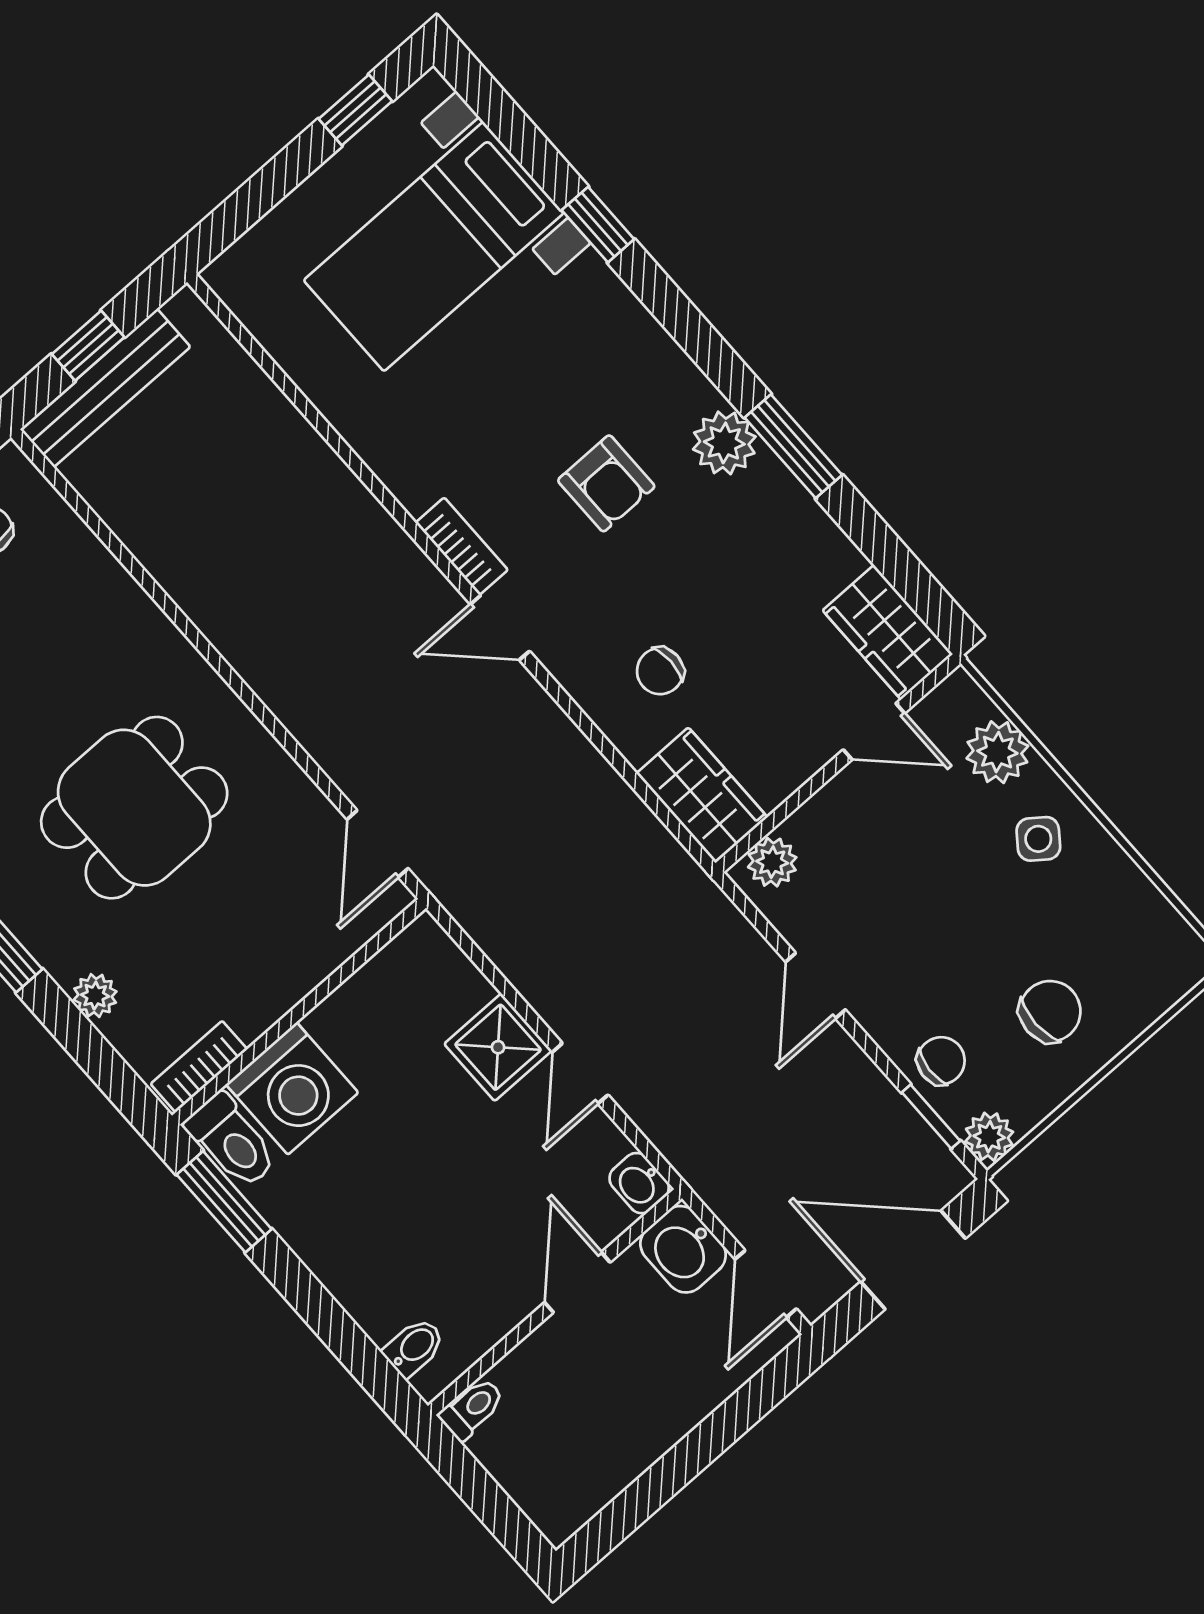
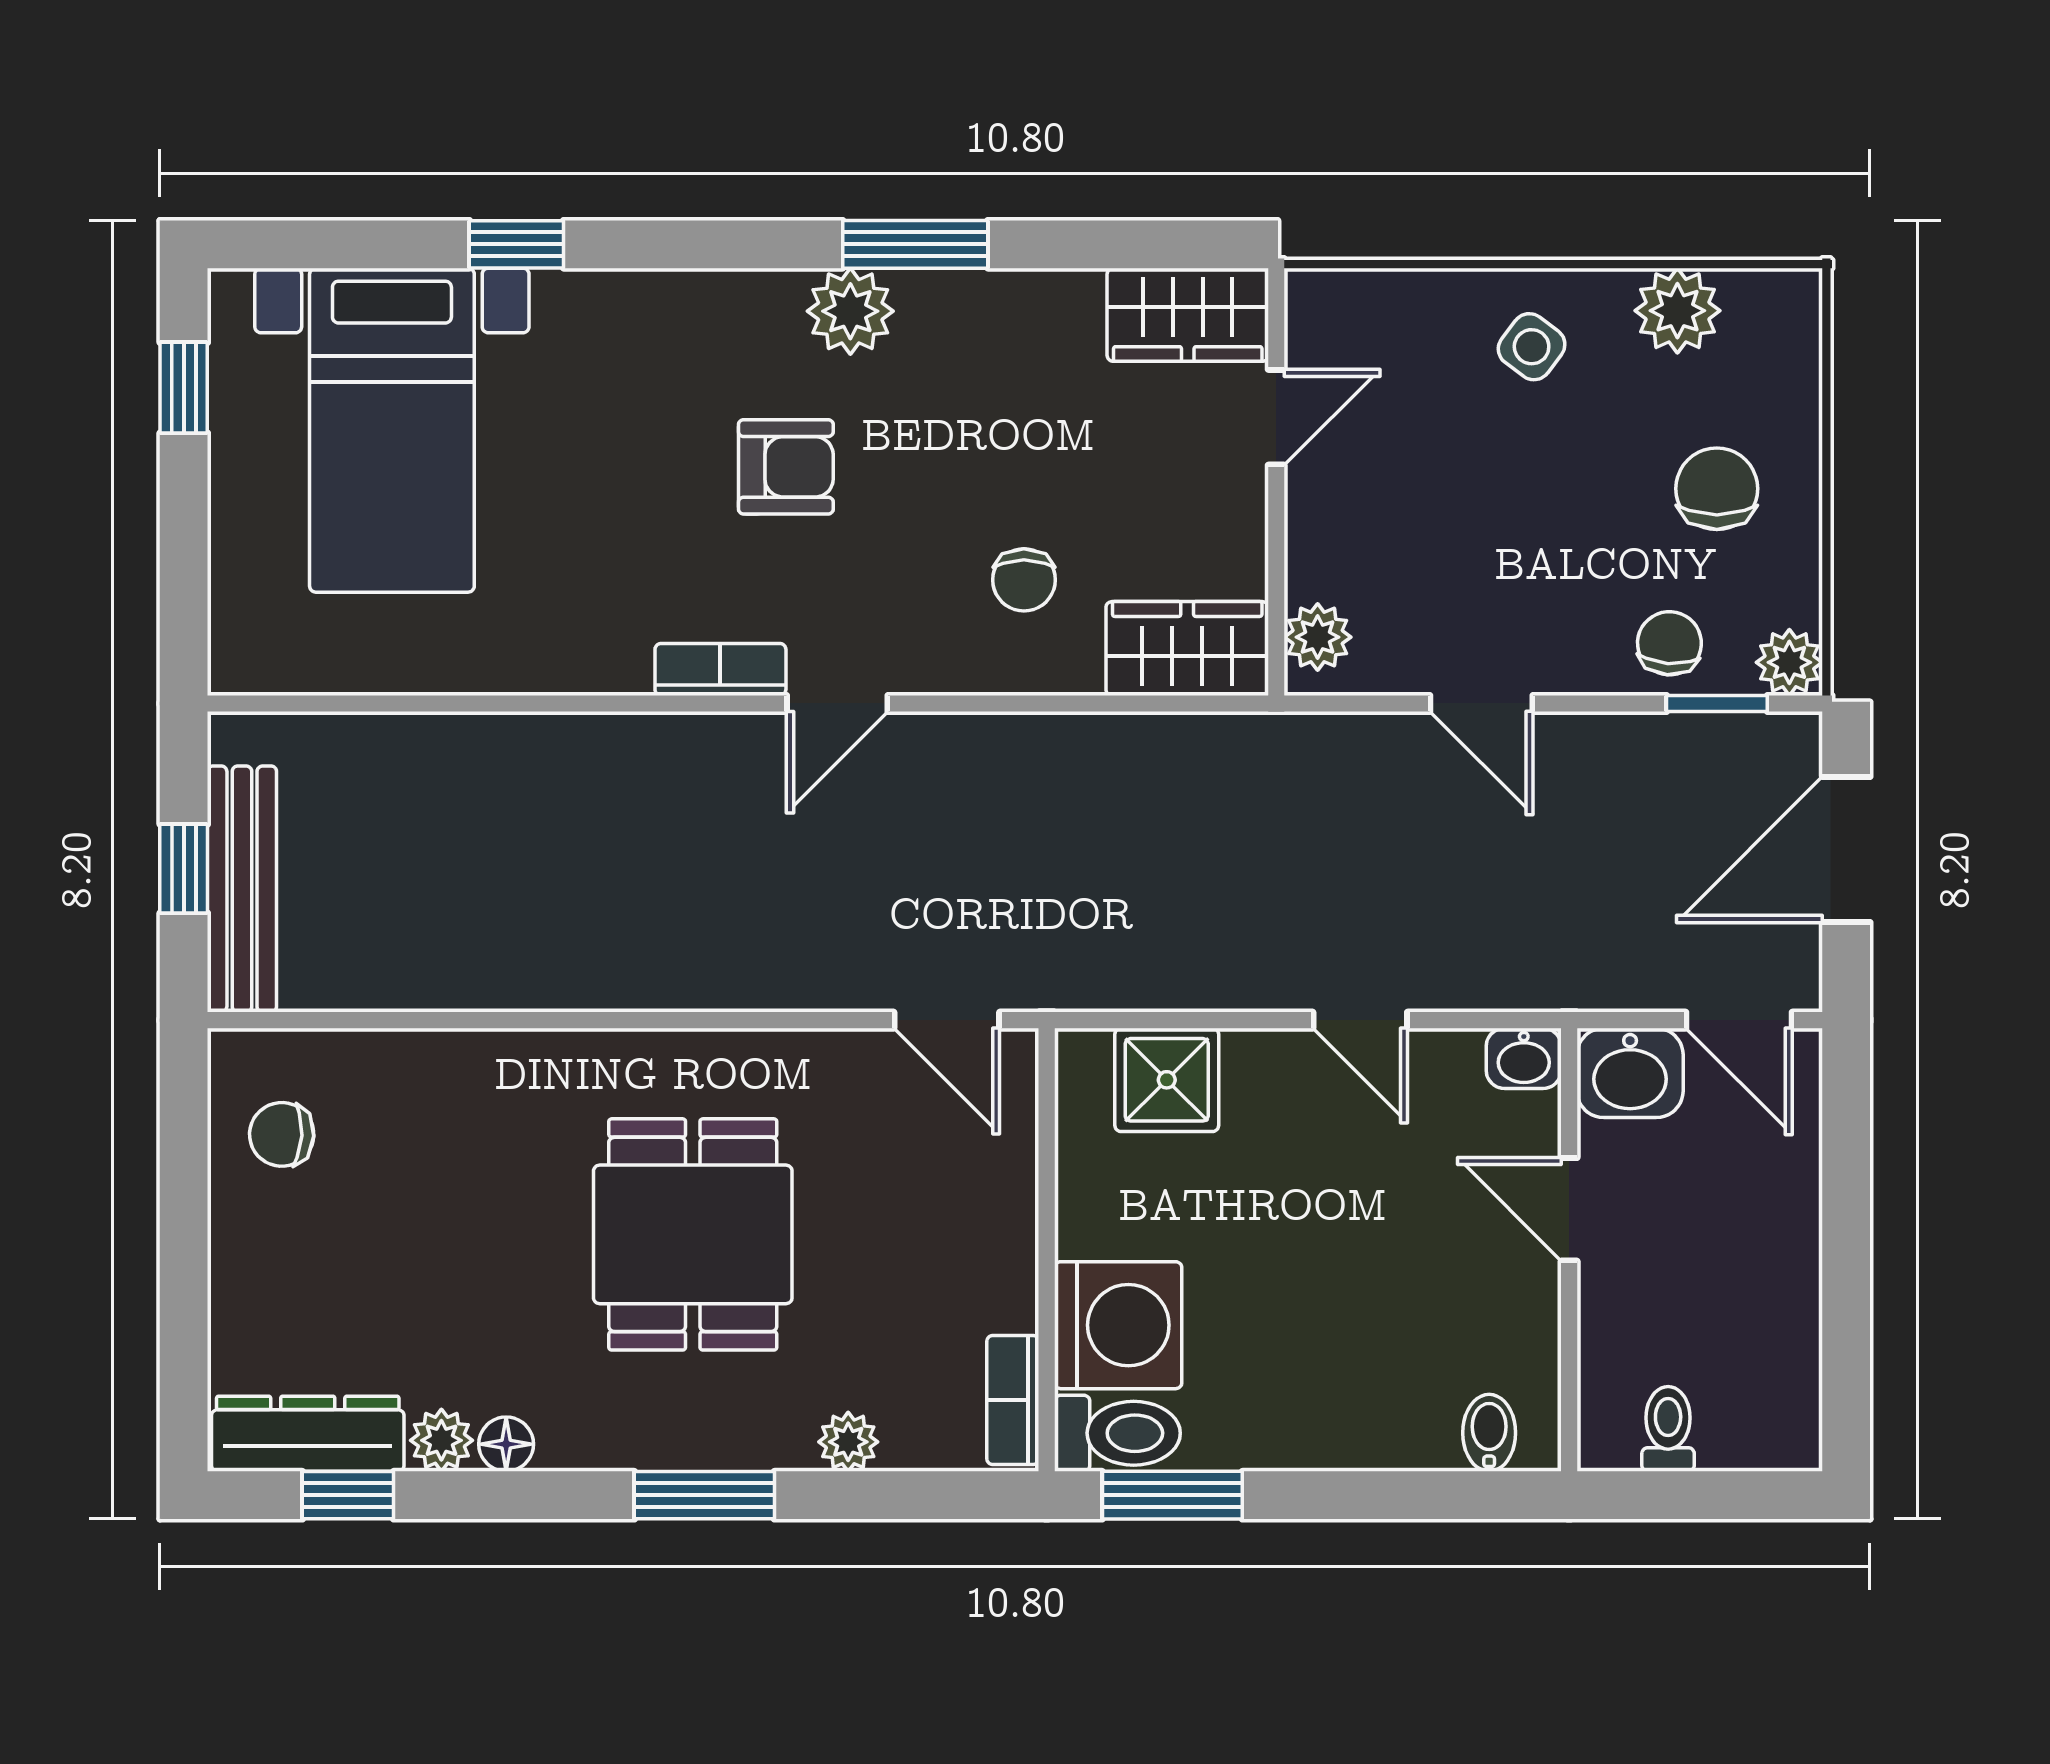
plant: (997, 752) -> (1677, 311), moved
shower: (498, 1047) -> (1167, 1080), moved
toilet: (472, 1409) -> (1668, 1429), moved

